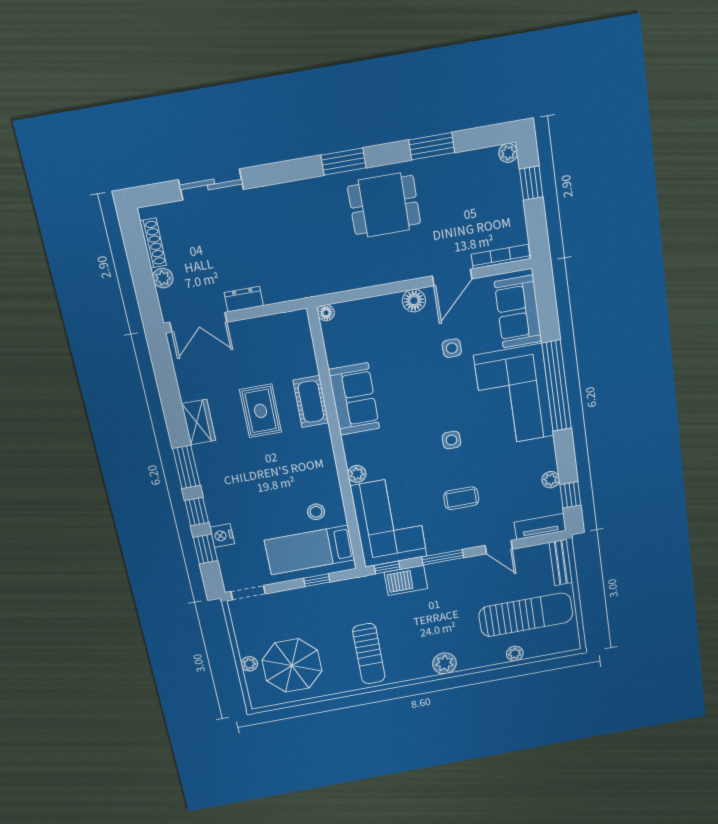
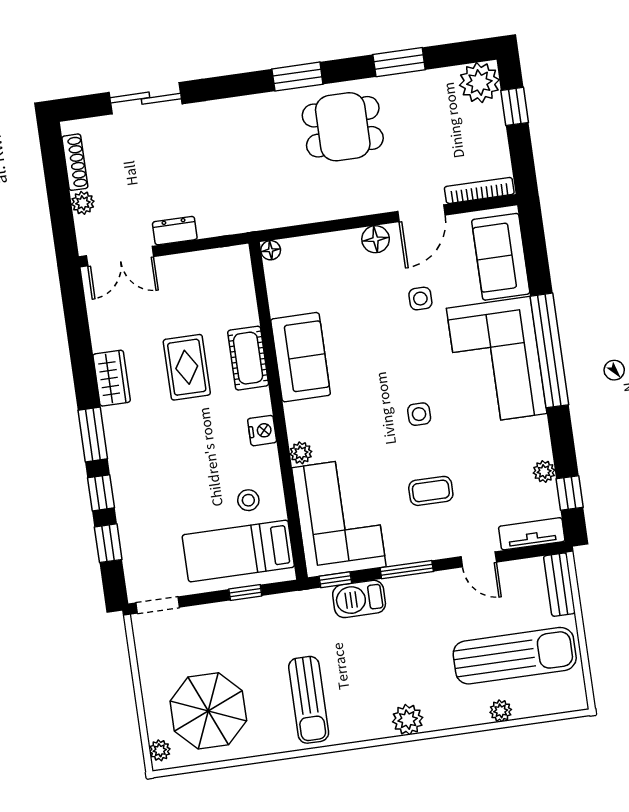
plant: (508, 153) -> (479, 83), width x1.88, depth x1.88
nightstand: (222, 536) -> (262, 431), moved, turned 180
plant: (249, 664) -> (160, 750), moved

